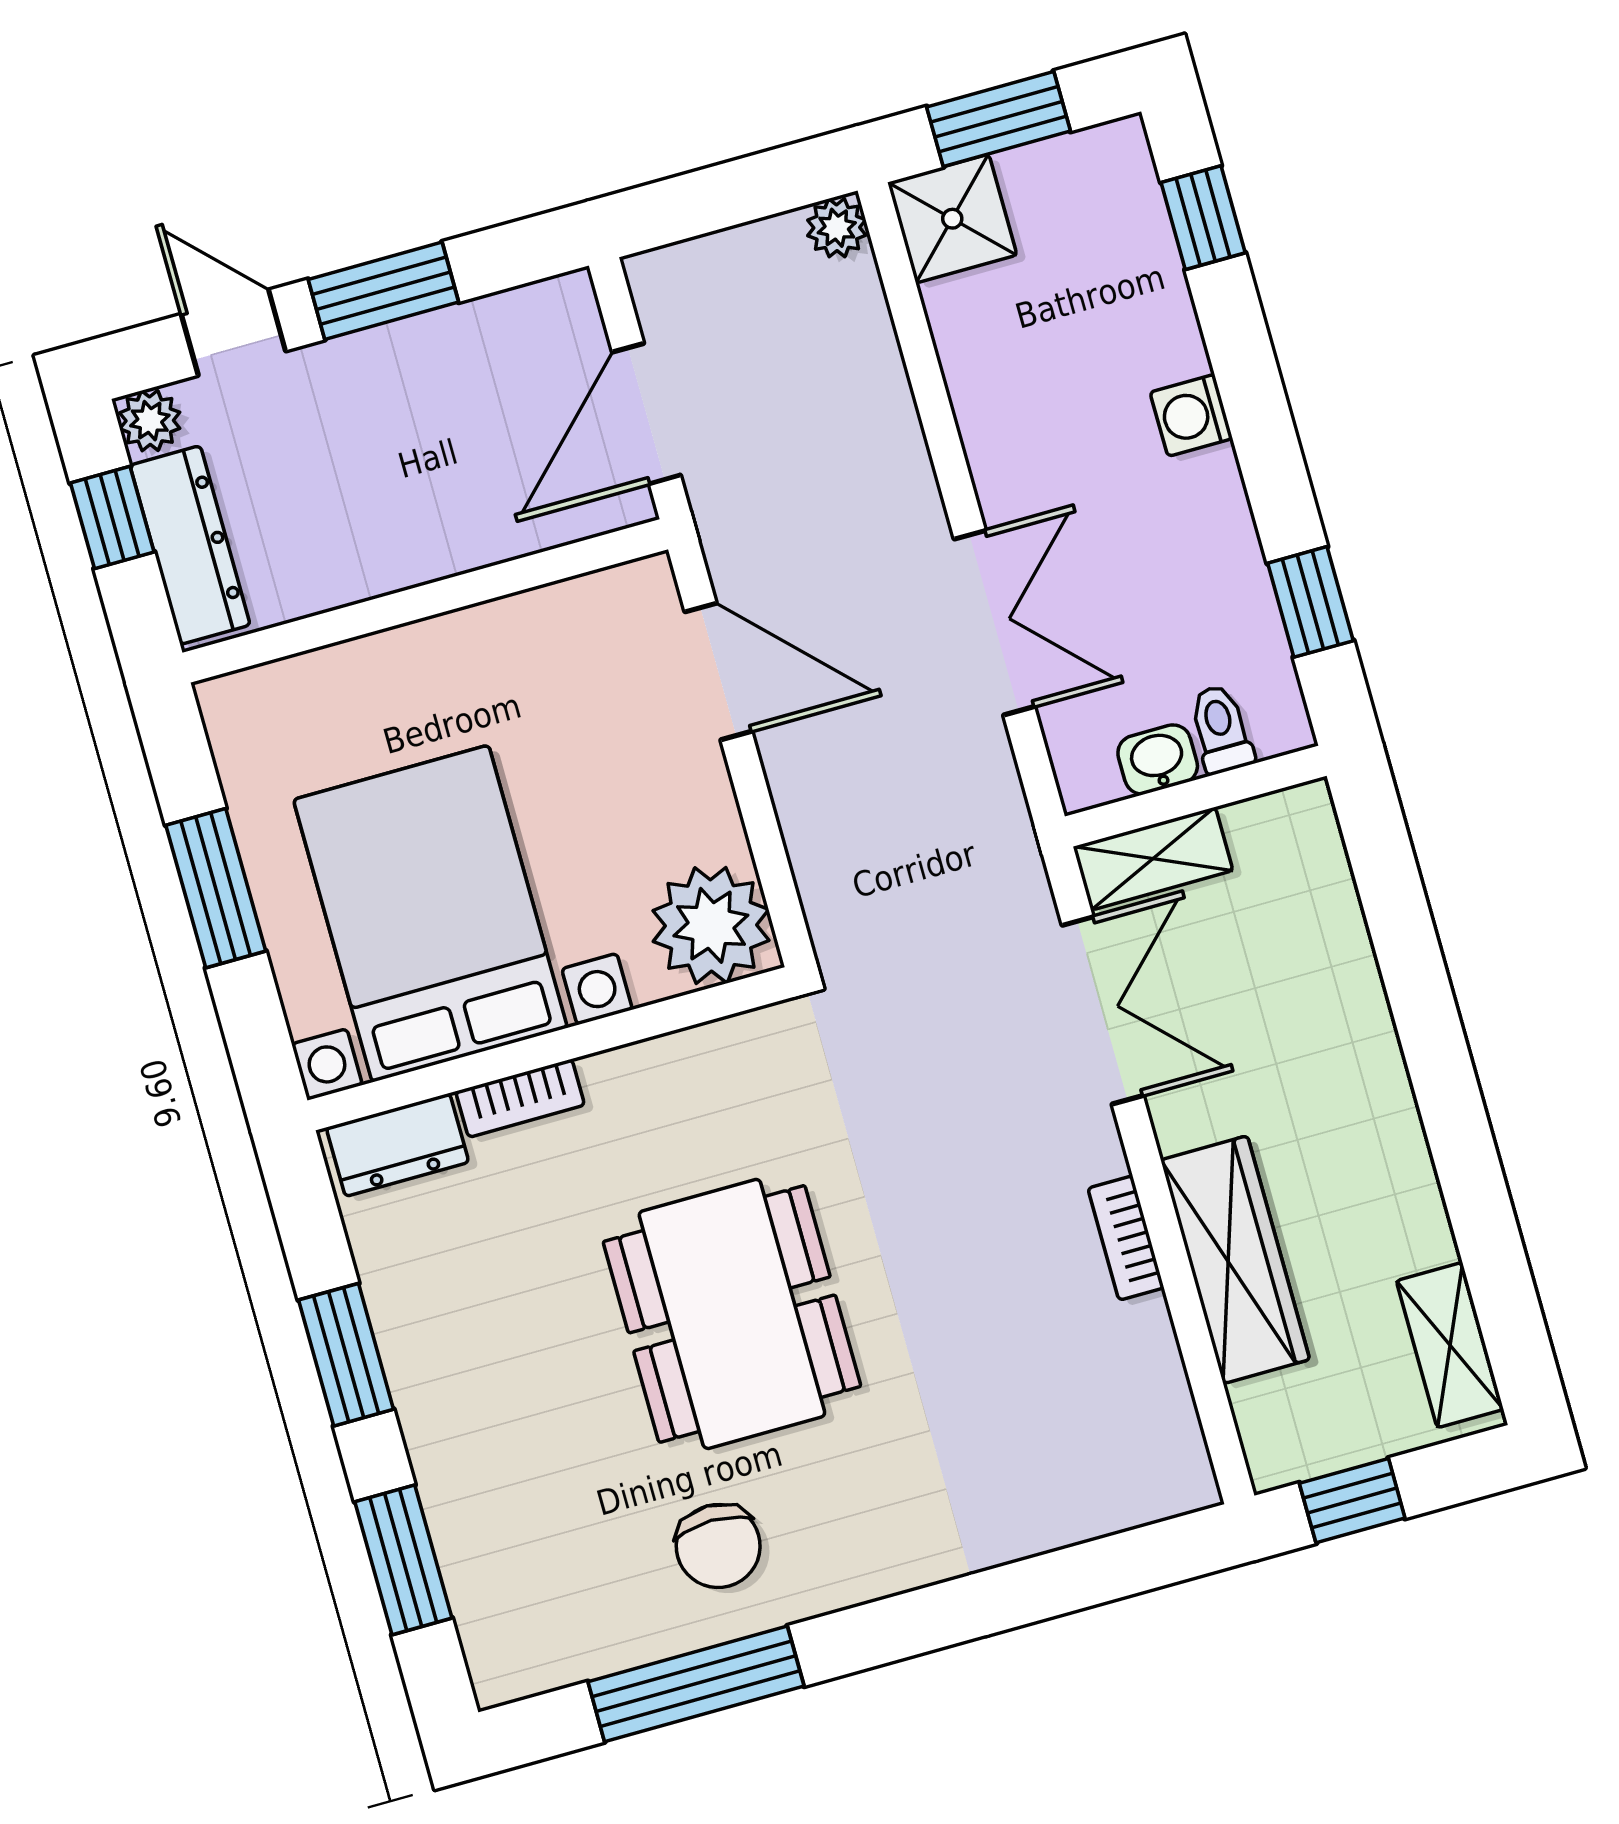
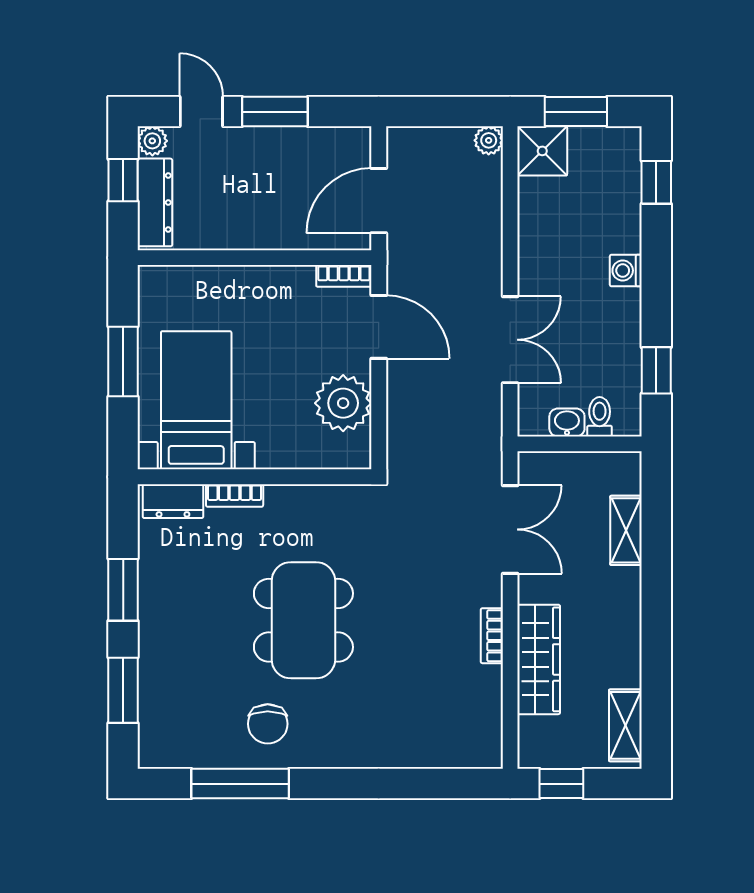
bookcase: (618, 587) -> (344, 276), added
shelving: (1153, 859) -> (626, 530), moved, turned 90
bed with nightstands: (430, 914) -> (196, 400), width x0.73
plant: (711, 925) -> (343, 403), moved

